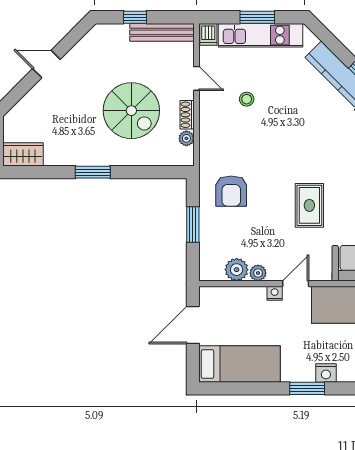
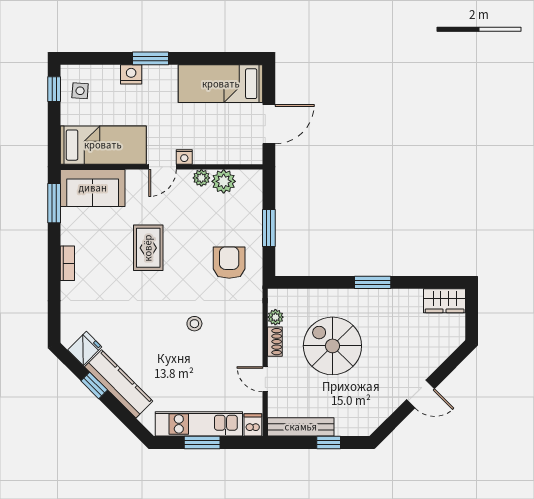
stool: (247, 99) -> (194, 324), moved

